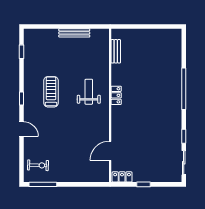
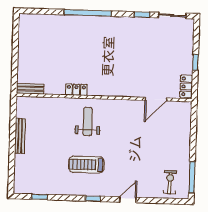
bench: (116, 51) -> (30, 89), moved
weight bench: (89, 92) -> (88, 121), turned 90
locker: (116, 95) -> (76, 90), moved
door: (110, 151) -> (156, 99), hinge flipped

